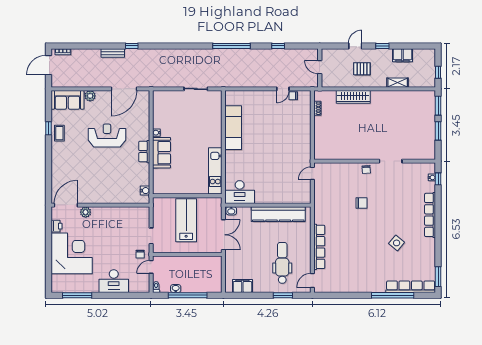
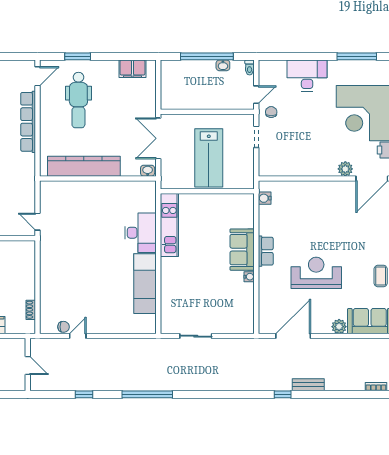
reception desk: (107, 136) -> (316, 273), turned 180
door: (312, 173) -> (38, 222), swing flipped
desk: (240, 192) -> (141, 233), moved, turned 90

